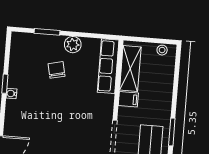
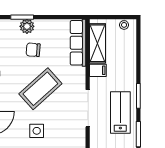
plant: (73, 45) -> (27, 26), moved
chair: (56, 70) -> (33, 50), turned -73
coffee table: (61, 115) -> (40, 89), added

